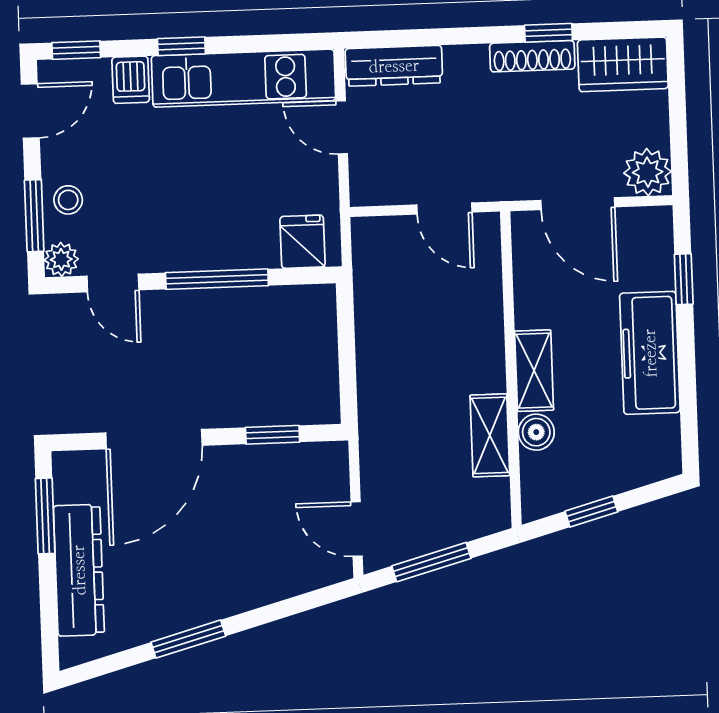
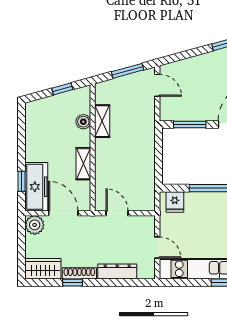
dresser: (394, 66) -> (117, 272), moved
freezer: (650, 353) -> (36, 187), moved
shelving: (534, 371) -> (83, 164), moved
window: (273, 435) -> (190, 125), width x1.50

